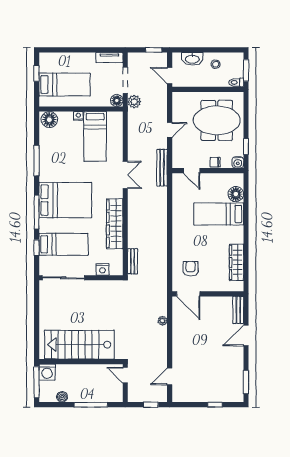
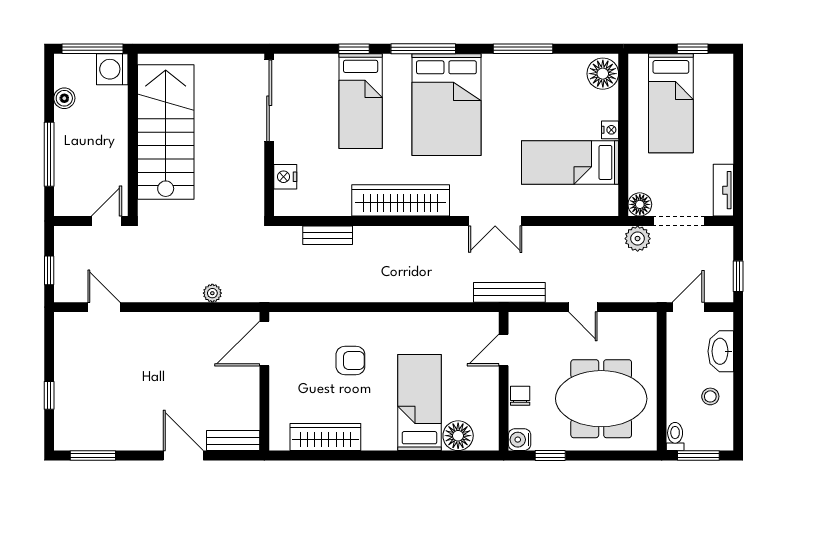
meeting table: (217, 120) -> (601, 399), turned 90
nightstand: (102, 269) -> (285, 177), moved
armchair: (191, 269) -> (350, 360), moved
sliding door: (63, 278) -> (269, 101), moved
wall: (81, 278) -> (269, 135), moved

